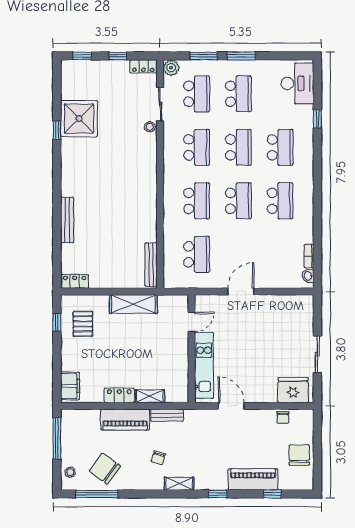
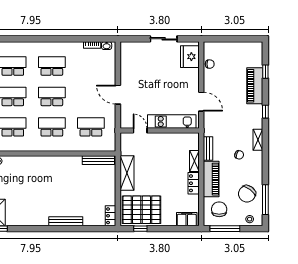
pallet: (83, 324) -> (142, 210), width x2.05, depth x2.00
door: (231, 406) -> (201, 102), swing flipped
chair: (299, 455) -> (219, 209), moved, turned 90

